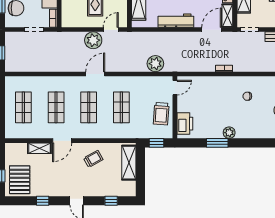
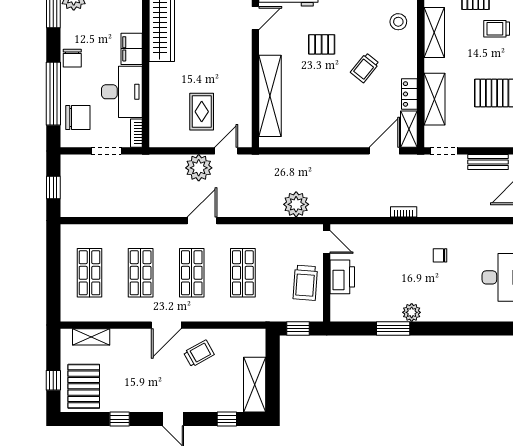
workbench: (176, 21) -> (328, 137), removed
door: (175, 88) -> (327, 242), hinge flipped
printer: (185, 124) -> (342, 277), moved
door: (62, 141) -> (166, 325), moved
shelving: (39, 148) -> (91, 337), moved
shelving: (129, 163) -> (255, 385), moved

